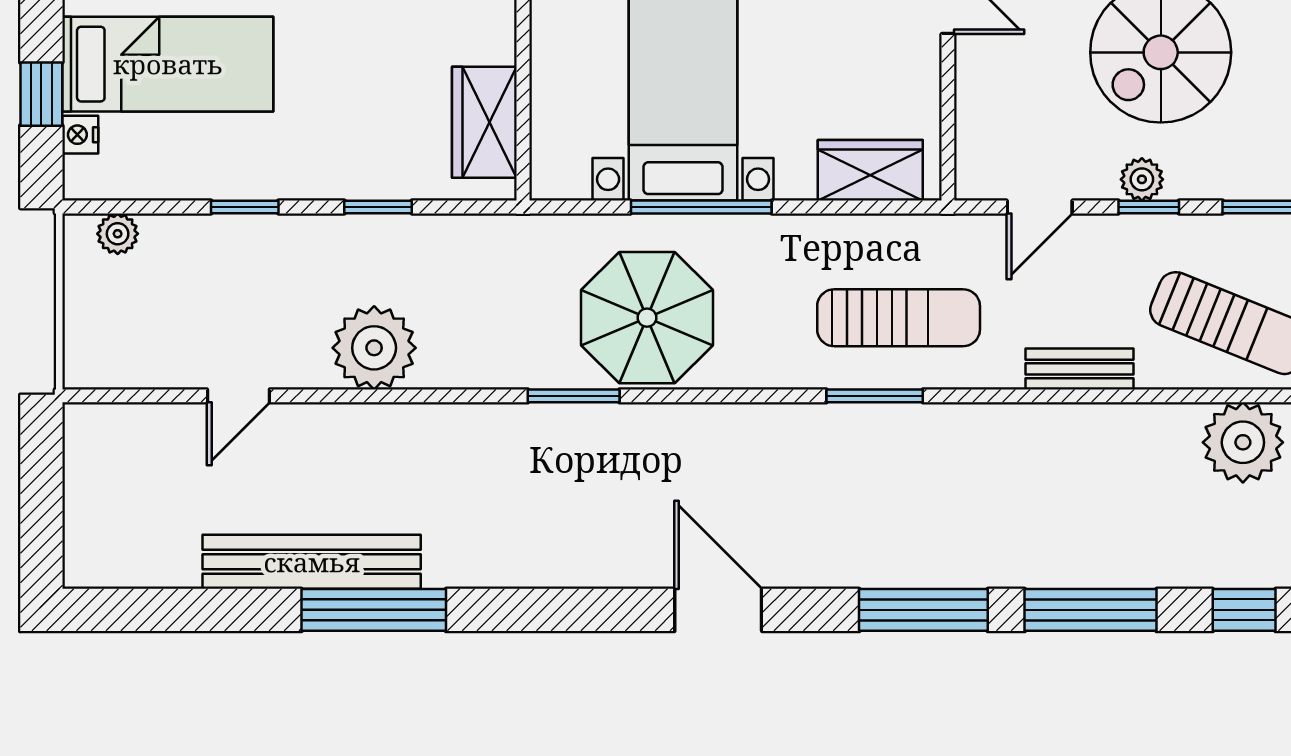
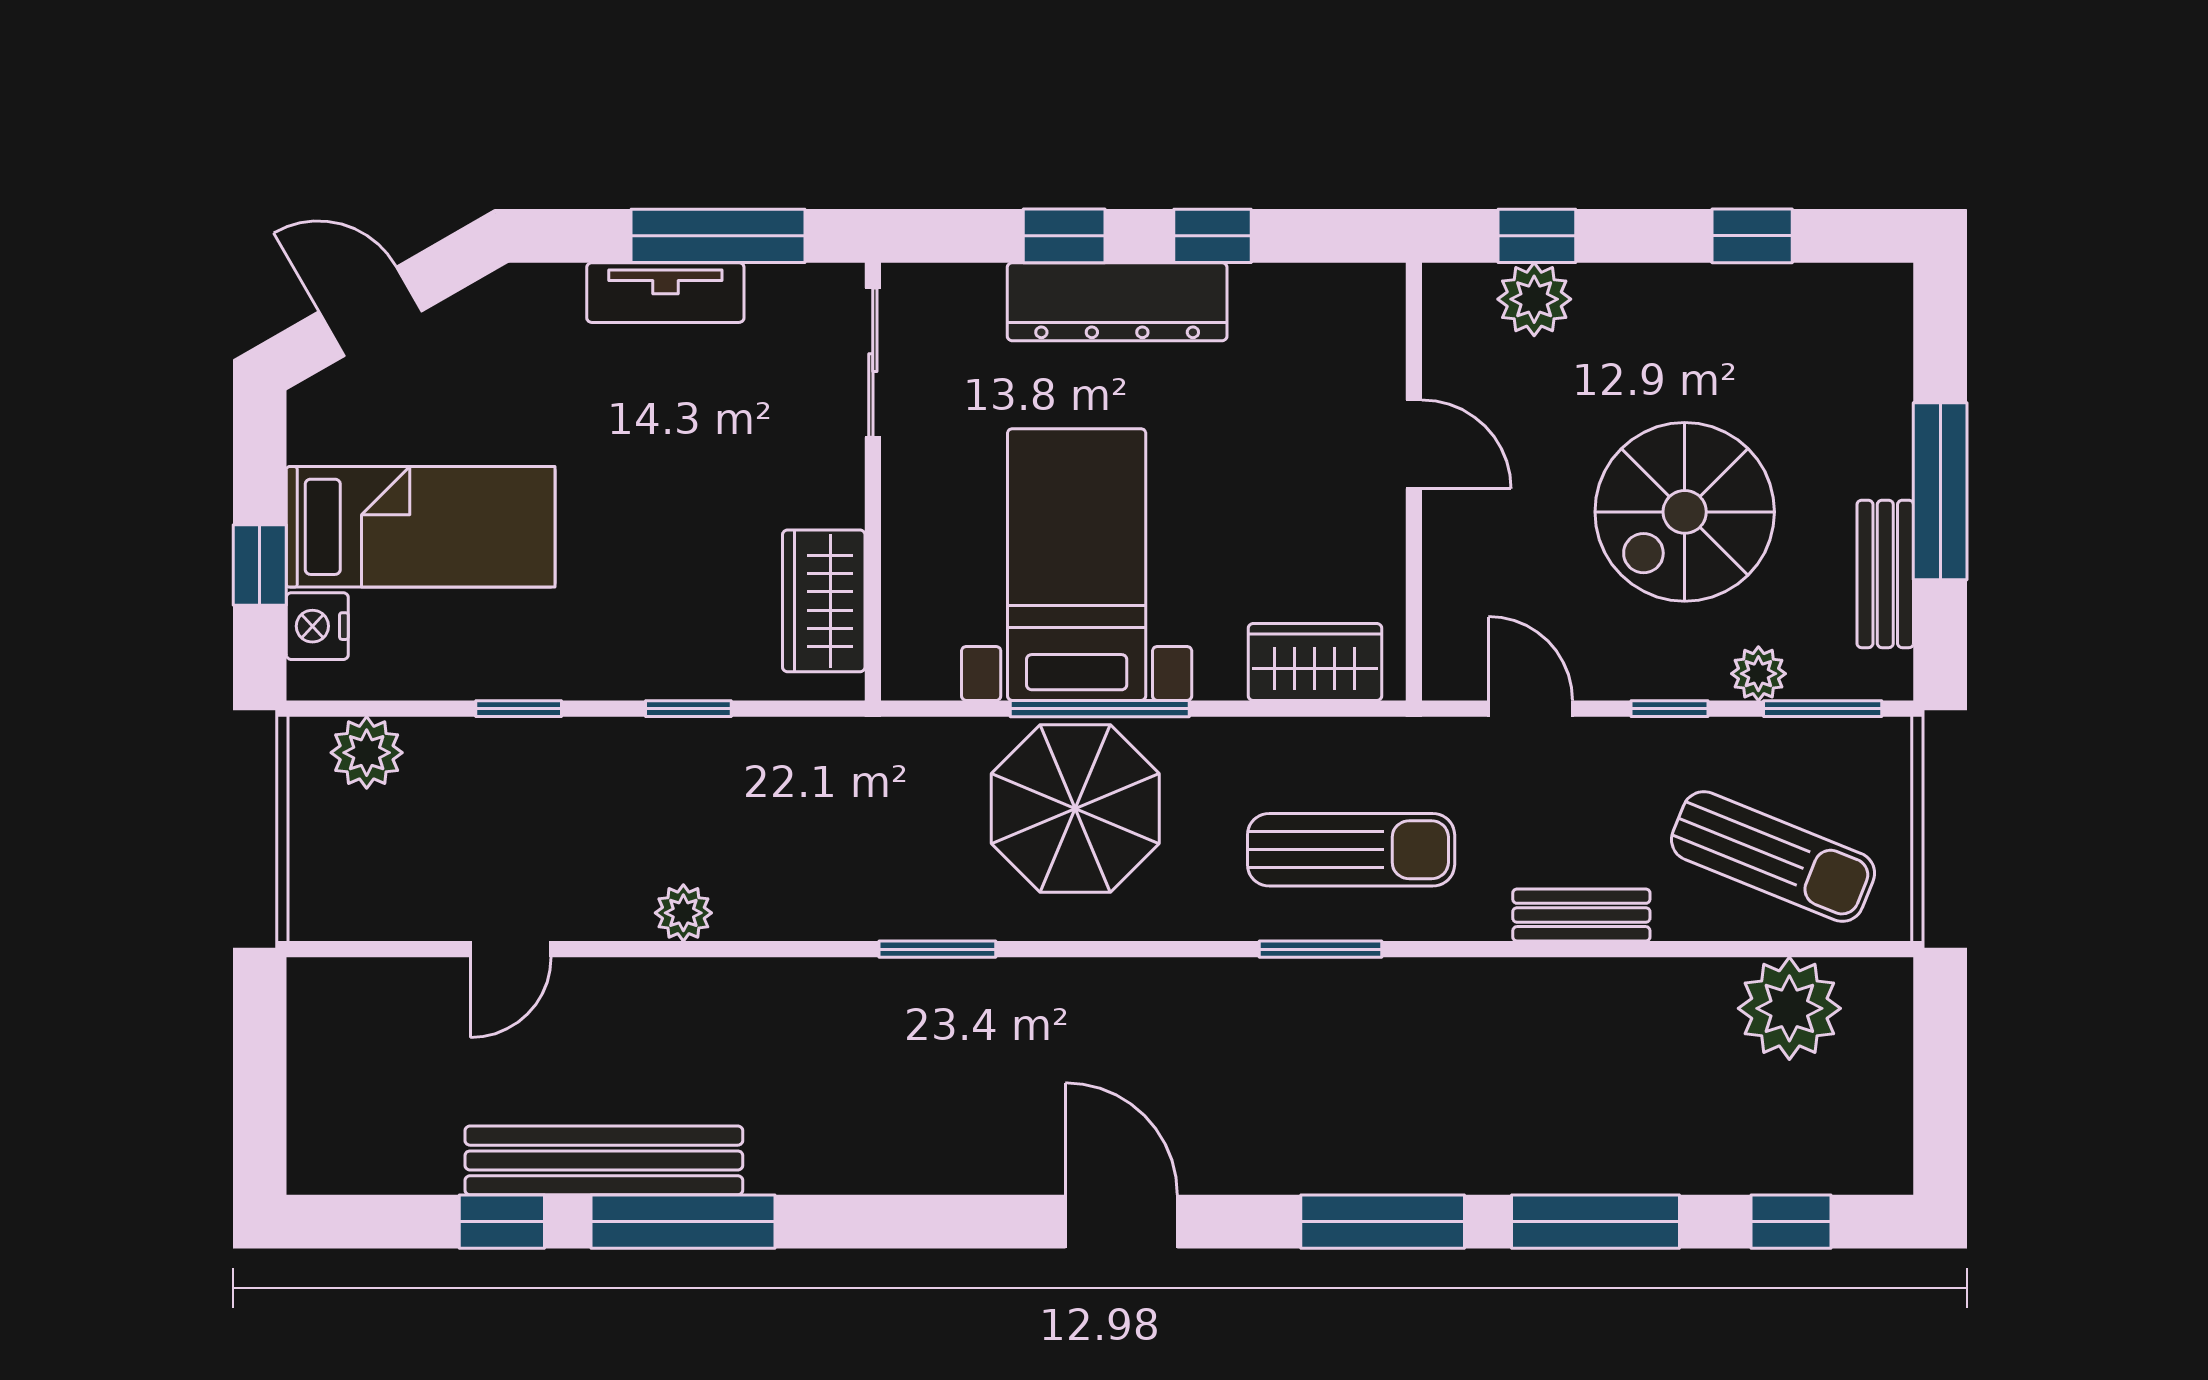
nightstand: (80, 135) -> (317, 626), width x1.39, depth x1.35
plant: (1142, 179) -> (1758, 674), moved
door: (1040, 207) -> (1531, 709), swing flipped
plant: (118, 234) -> (367, 753), width x1.38, depth x1.38
parasol: (647, 318) -> (1075, 808), moved
plant: (374, 348) -> (683, 913), width x0.53, depth x0.53
window: (232, 610) -> (502, 1222), added

